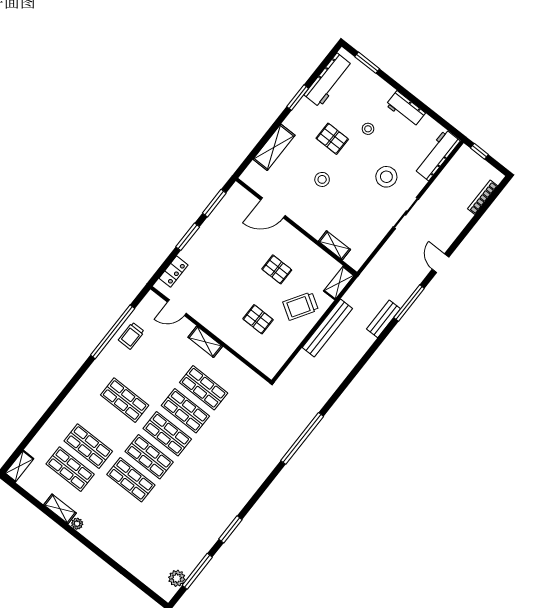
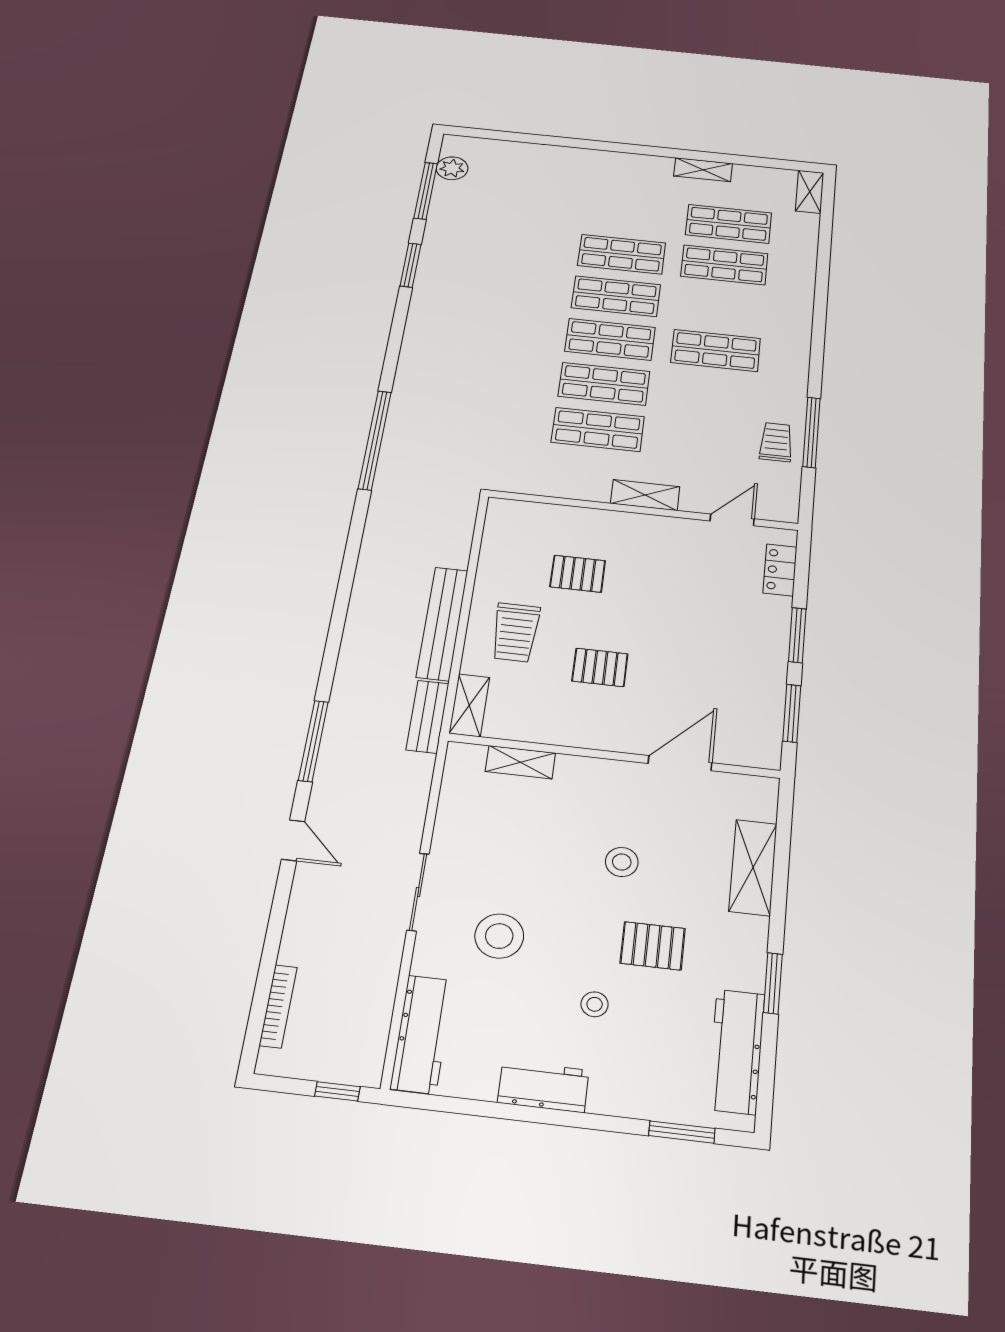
trolley: (301, 306) -> (515, 632), turned 148
bench: (383, 319) -> (427, 717), moved
window: (113, 332) -> (811, 432), width x0.68
plant: (77, 524) -> (662, 164), removed

